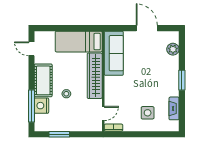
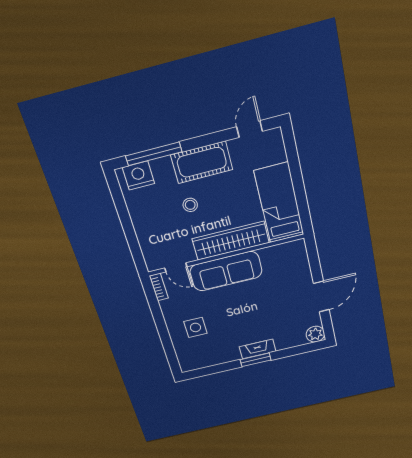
plant: (173, 49) -> (315, 334), moved
sofa: (114, 53) -> (226, 271), moved
nightstand: (41, 106) -> (138, 175), moved
fireplace: (174, 108) -> (258, 349), moved
window: (59, 134) -> (122, 210), removed

